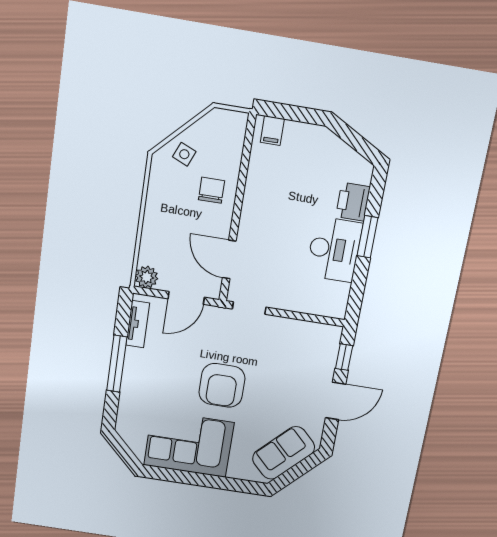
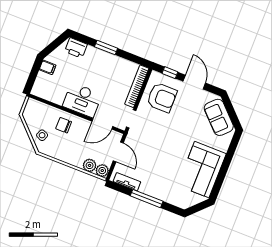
filing cabinet: (272, 131) -> (48, 67), moved
printer: (353, 202) -> (76, 48), moved
desk: (334, 249) -> (82, 100), moved, turned 180
plant: (150, 253) -> (90, 165), added
bookcase: (309, 306) -> (137, 86), added
armchair: (222, 385) -> (162, 97), moved

